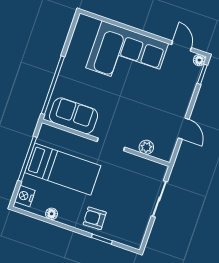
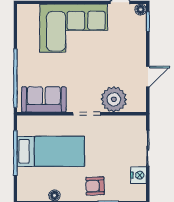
door: (184, 129) -> (148, 77), hinge flipped
plant: (146, 147) -> (114, 99), width x1.88, depth x1.88
nightstand: (25, 196) -> (139, 175), moved, turned 180

